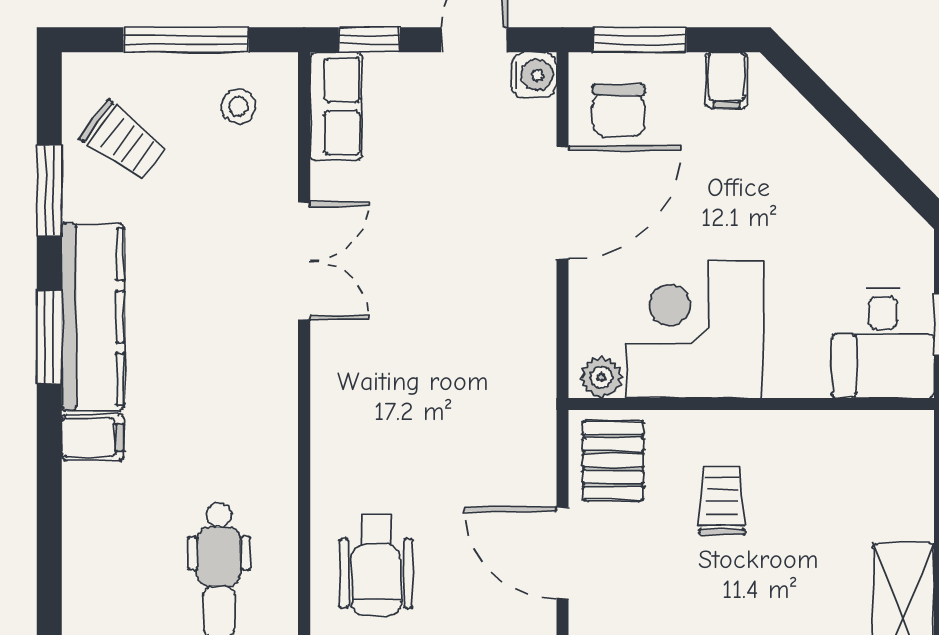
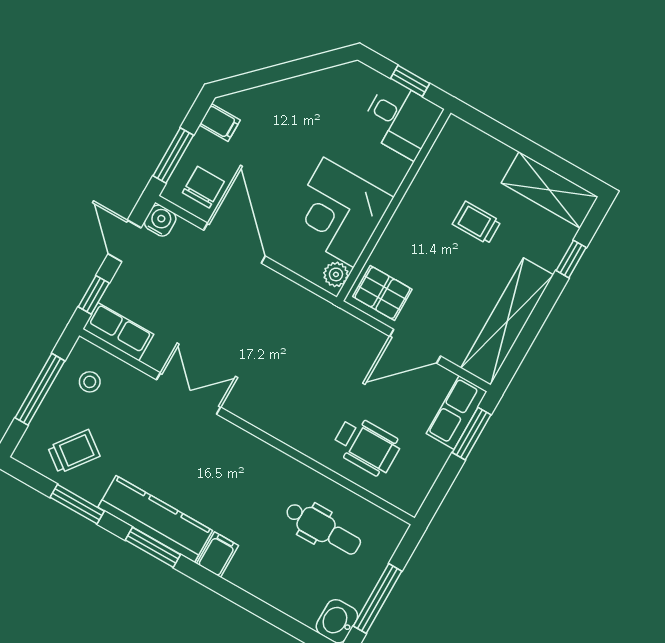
chair: (619, 110) -> (203, 187), turned -90
trolley: (722, 500) -> (477, 223), moved

